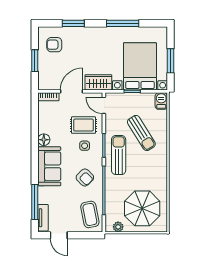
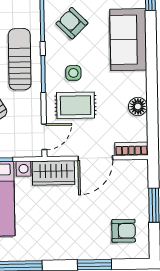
door: (104, 105) -> (44, 137), hinge flipped
floor lamp: (44, 140) -> (138, 107), moved
sun lounger: (119, 155) -> (20, 59), turned 180

